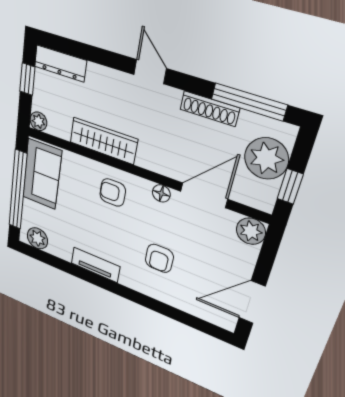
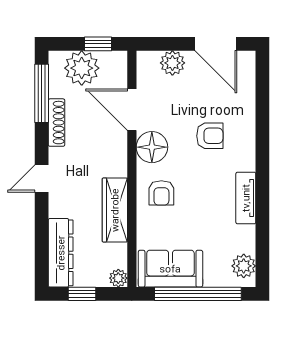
dresser: (60, 63) -> (61, 253), width x1.37, depth x1.24
floor lamp: (161, 193) -> (152, 147), width x1.89, depth x1.89
plant: (251, 231) -> (172, 63), moved

